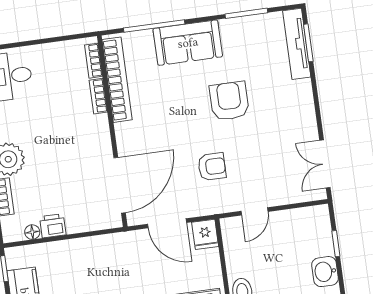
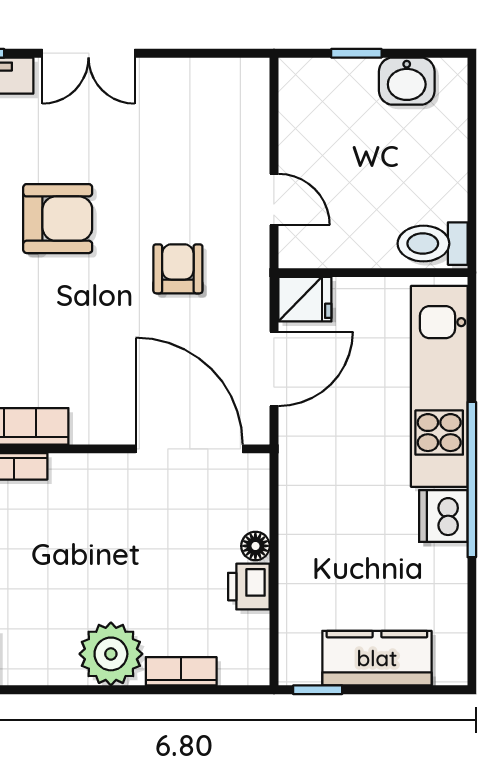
armchair: (229, 101) -> (58, 219), turned 180
double door: (325, 164) -> (89, 53), moved
floor lamp: (32, 232) -> (255, 546), moved

